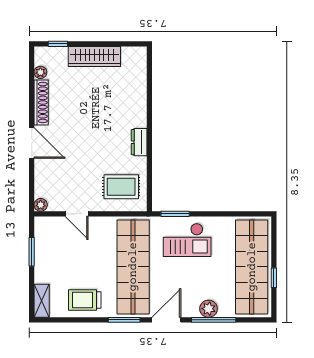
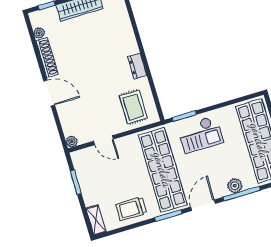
rug: (121, 187) -> (133, 107), turned 90

